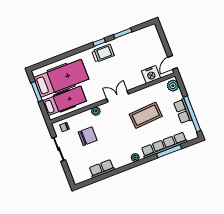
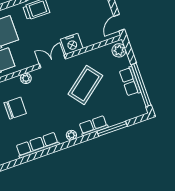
nightstand: (151, 75) -> (72, 44), moved
coffee table: (146, 115) -> (85, 85), turned -34
row of seats: (164, 145) -> (93, 126), width x0.50
row of seats: (102, 169) -> (37, 145), width x1.48

